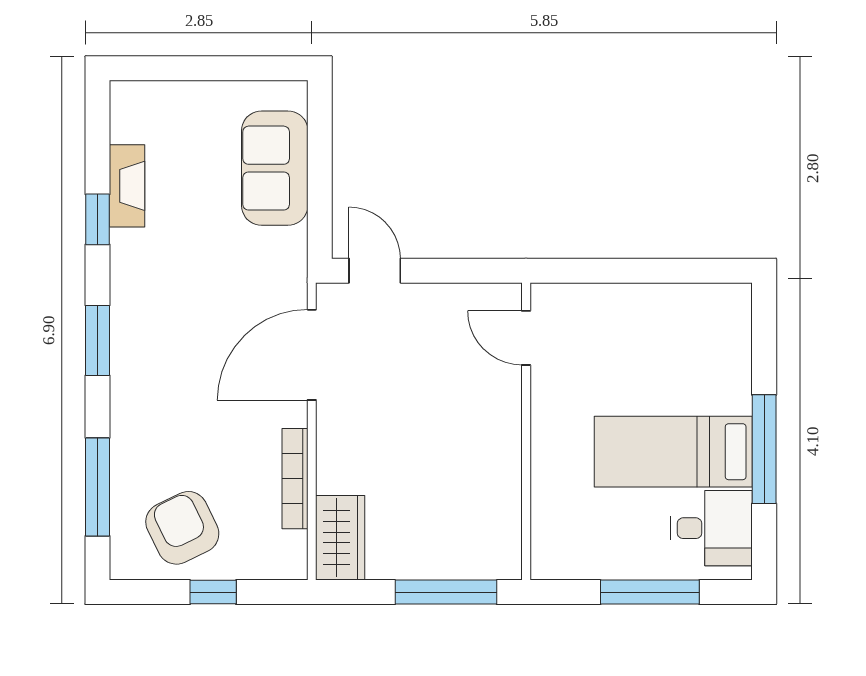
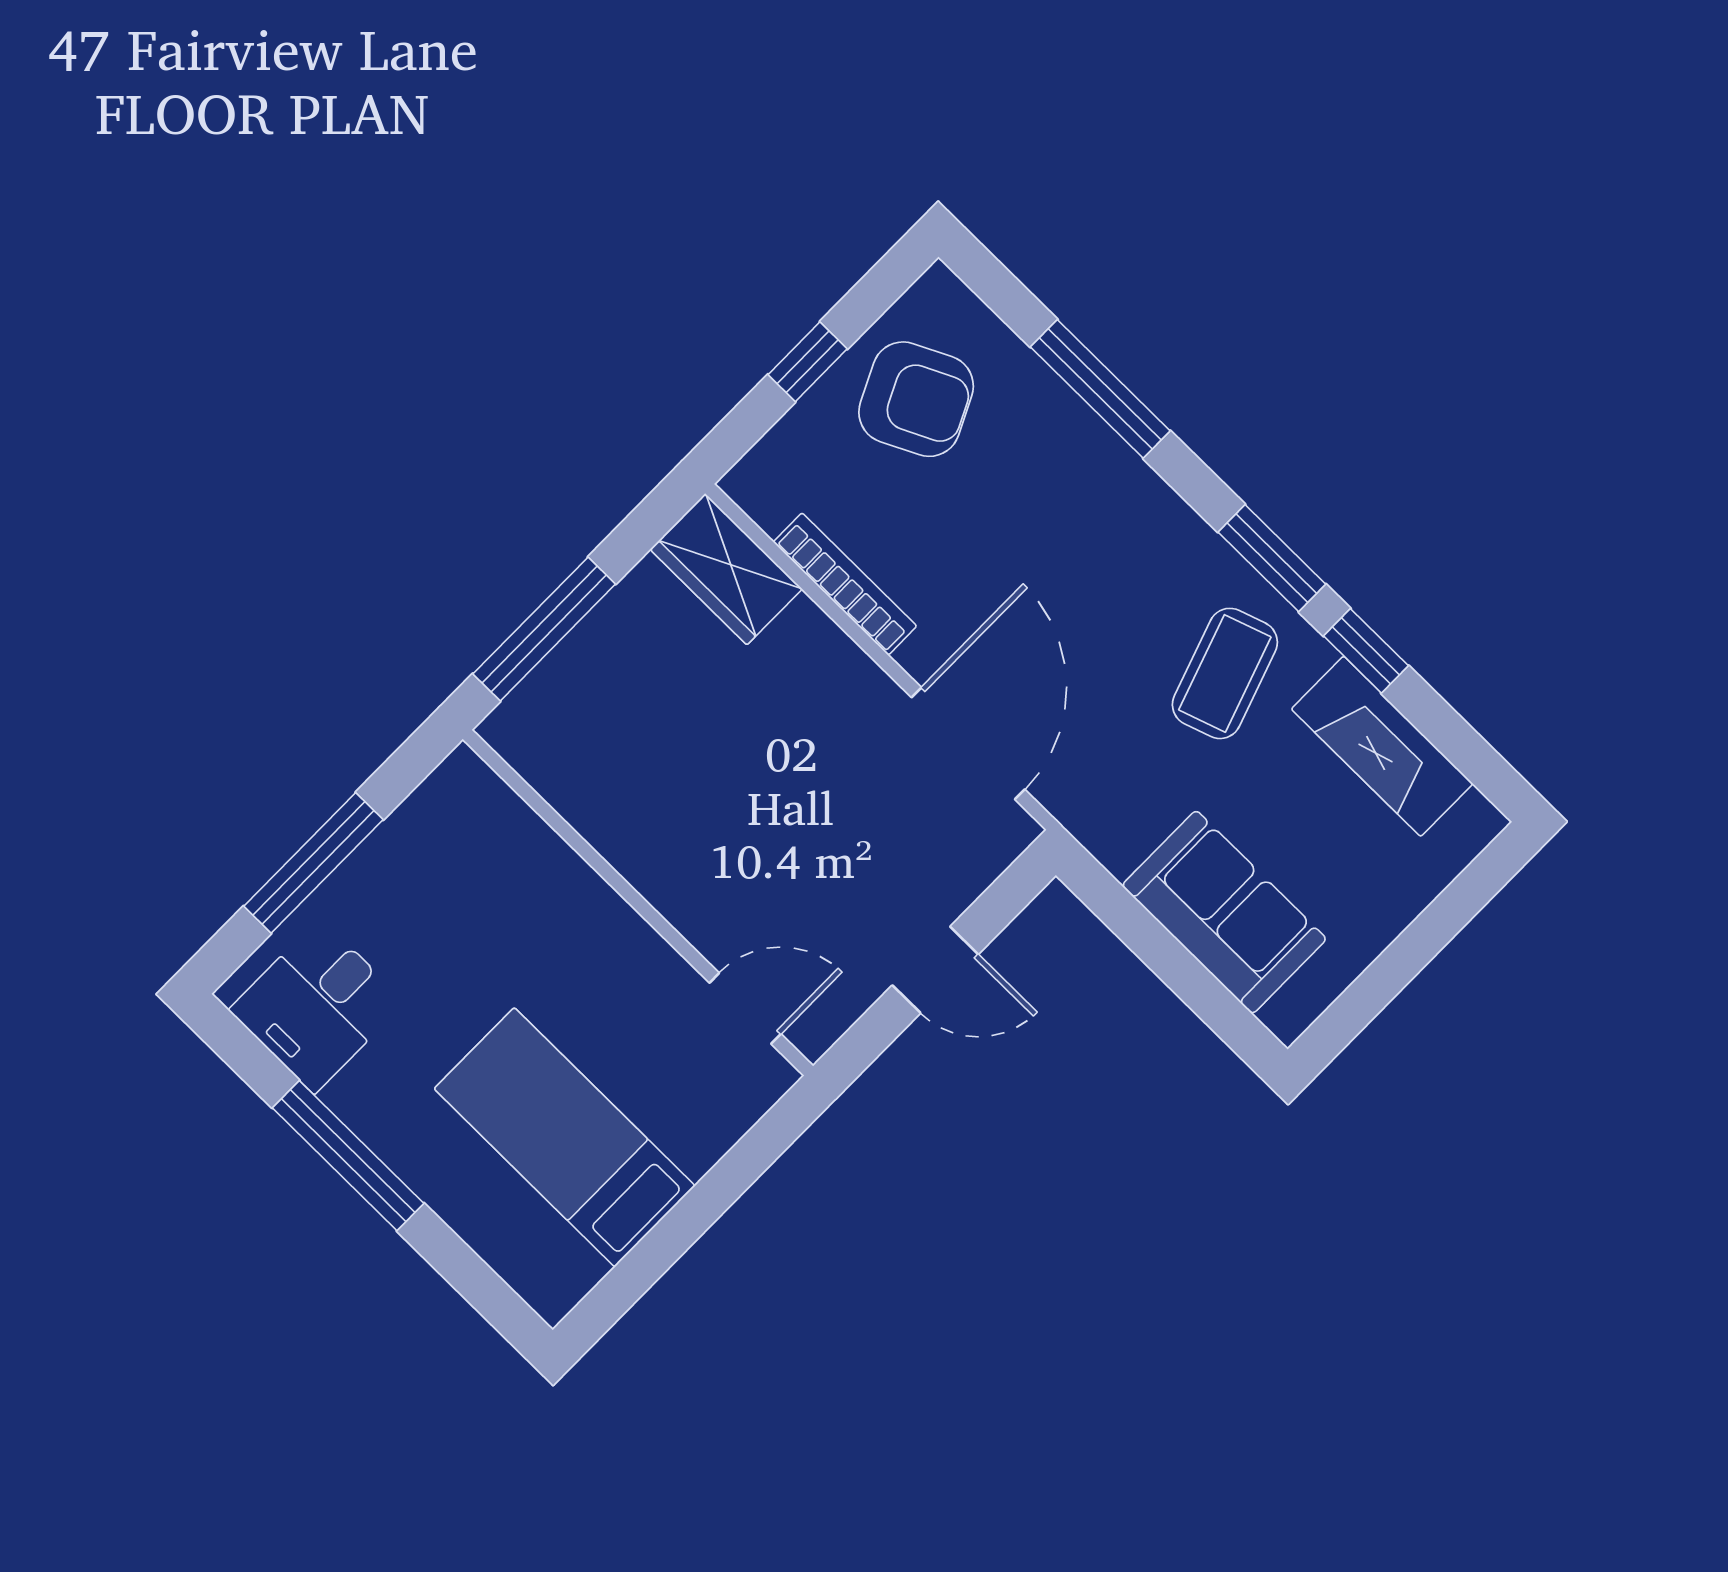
fireplace: (127, 186) -> (1382, 746), width x1.37, depth x1.32
door: (375, 271) -> (935, 970), moved
coffee table: (169, 272) -> (1225, 673), added
window: (98, 340) -> (1272, 558), moved
bed: (673, 452) -> (565, 1137), moved, turned -90
window: (98, 487) -> (1100, 389), moved

